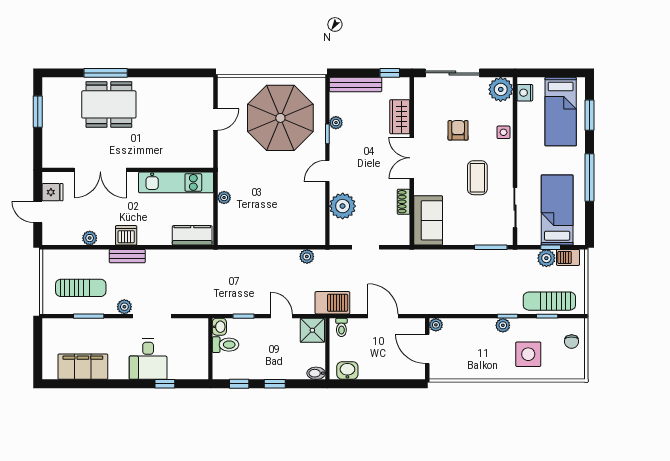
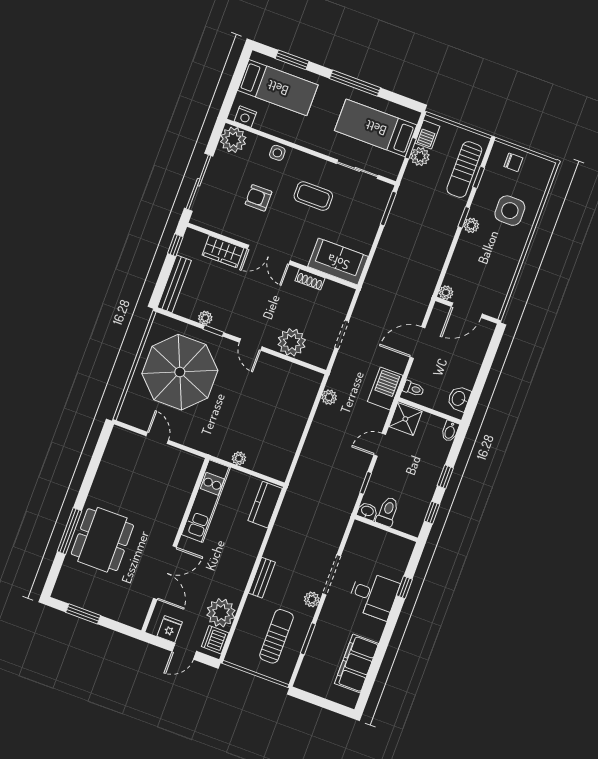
dishwasher: (126, 235) -> (215, 640), moved
plant: (90, 238) -> (221, 613), width x1.88, depth x1.88

